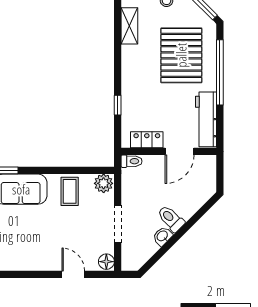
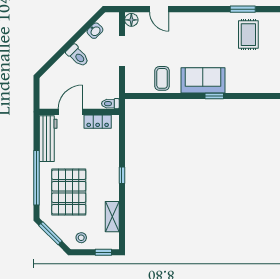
window: (118, 105) -> (122, 175), moved
plant: (104, 183) -> (134, 85), removed
washbasin: (162, 236) -> (95, 31), moved

